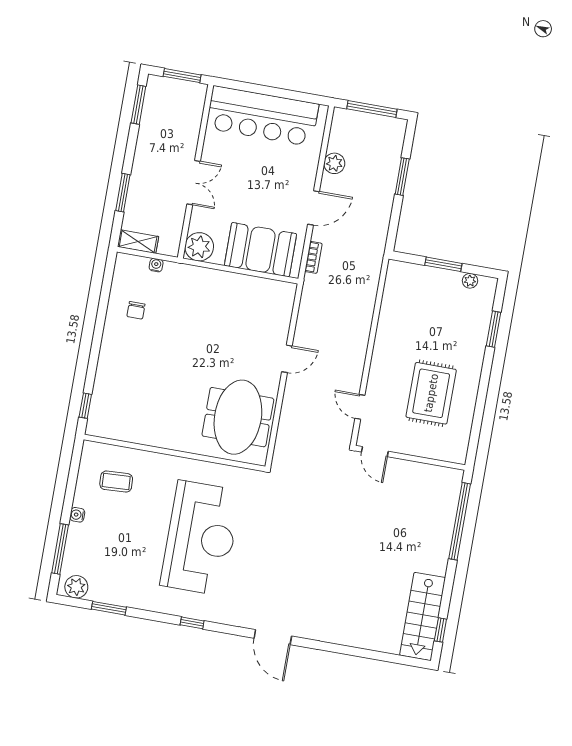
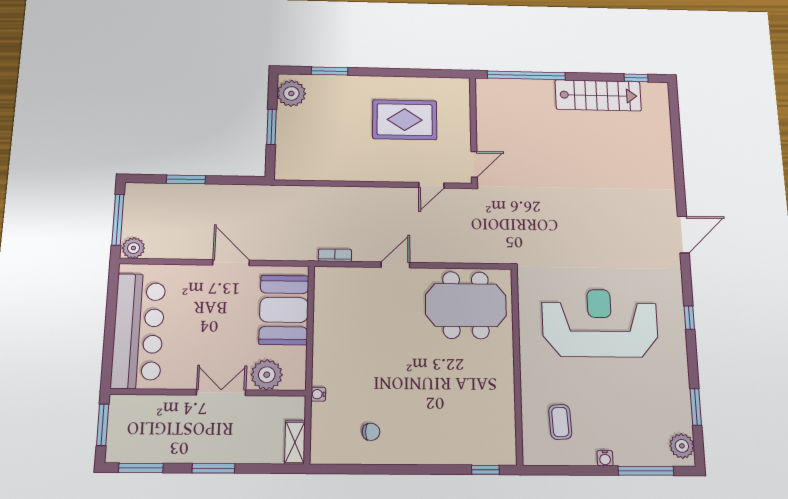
plant: (334, 163) -> (133, 248), moved
window: (123, 193) -> (213, 468), moved
plant: (199, 247) -> (267, 375), moved
bookcase: (313, 257) -> (335, 255), moved
water cooler: (156, 265) -> (318, 394), moved
plant: (470, 281) -> (291, 93), width x1.87, depth x1.87
door: (287, 359) -> (395, 265), hinge flipped
stairs: (423, 616) -> (598, 95), moved

